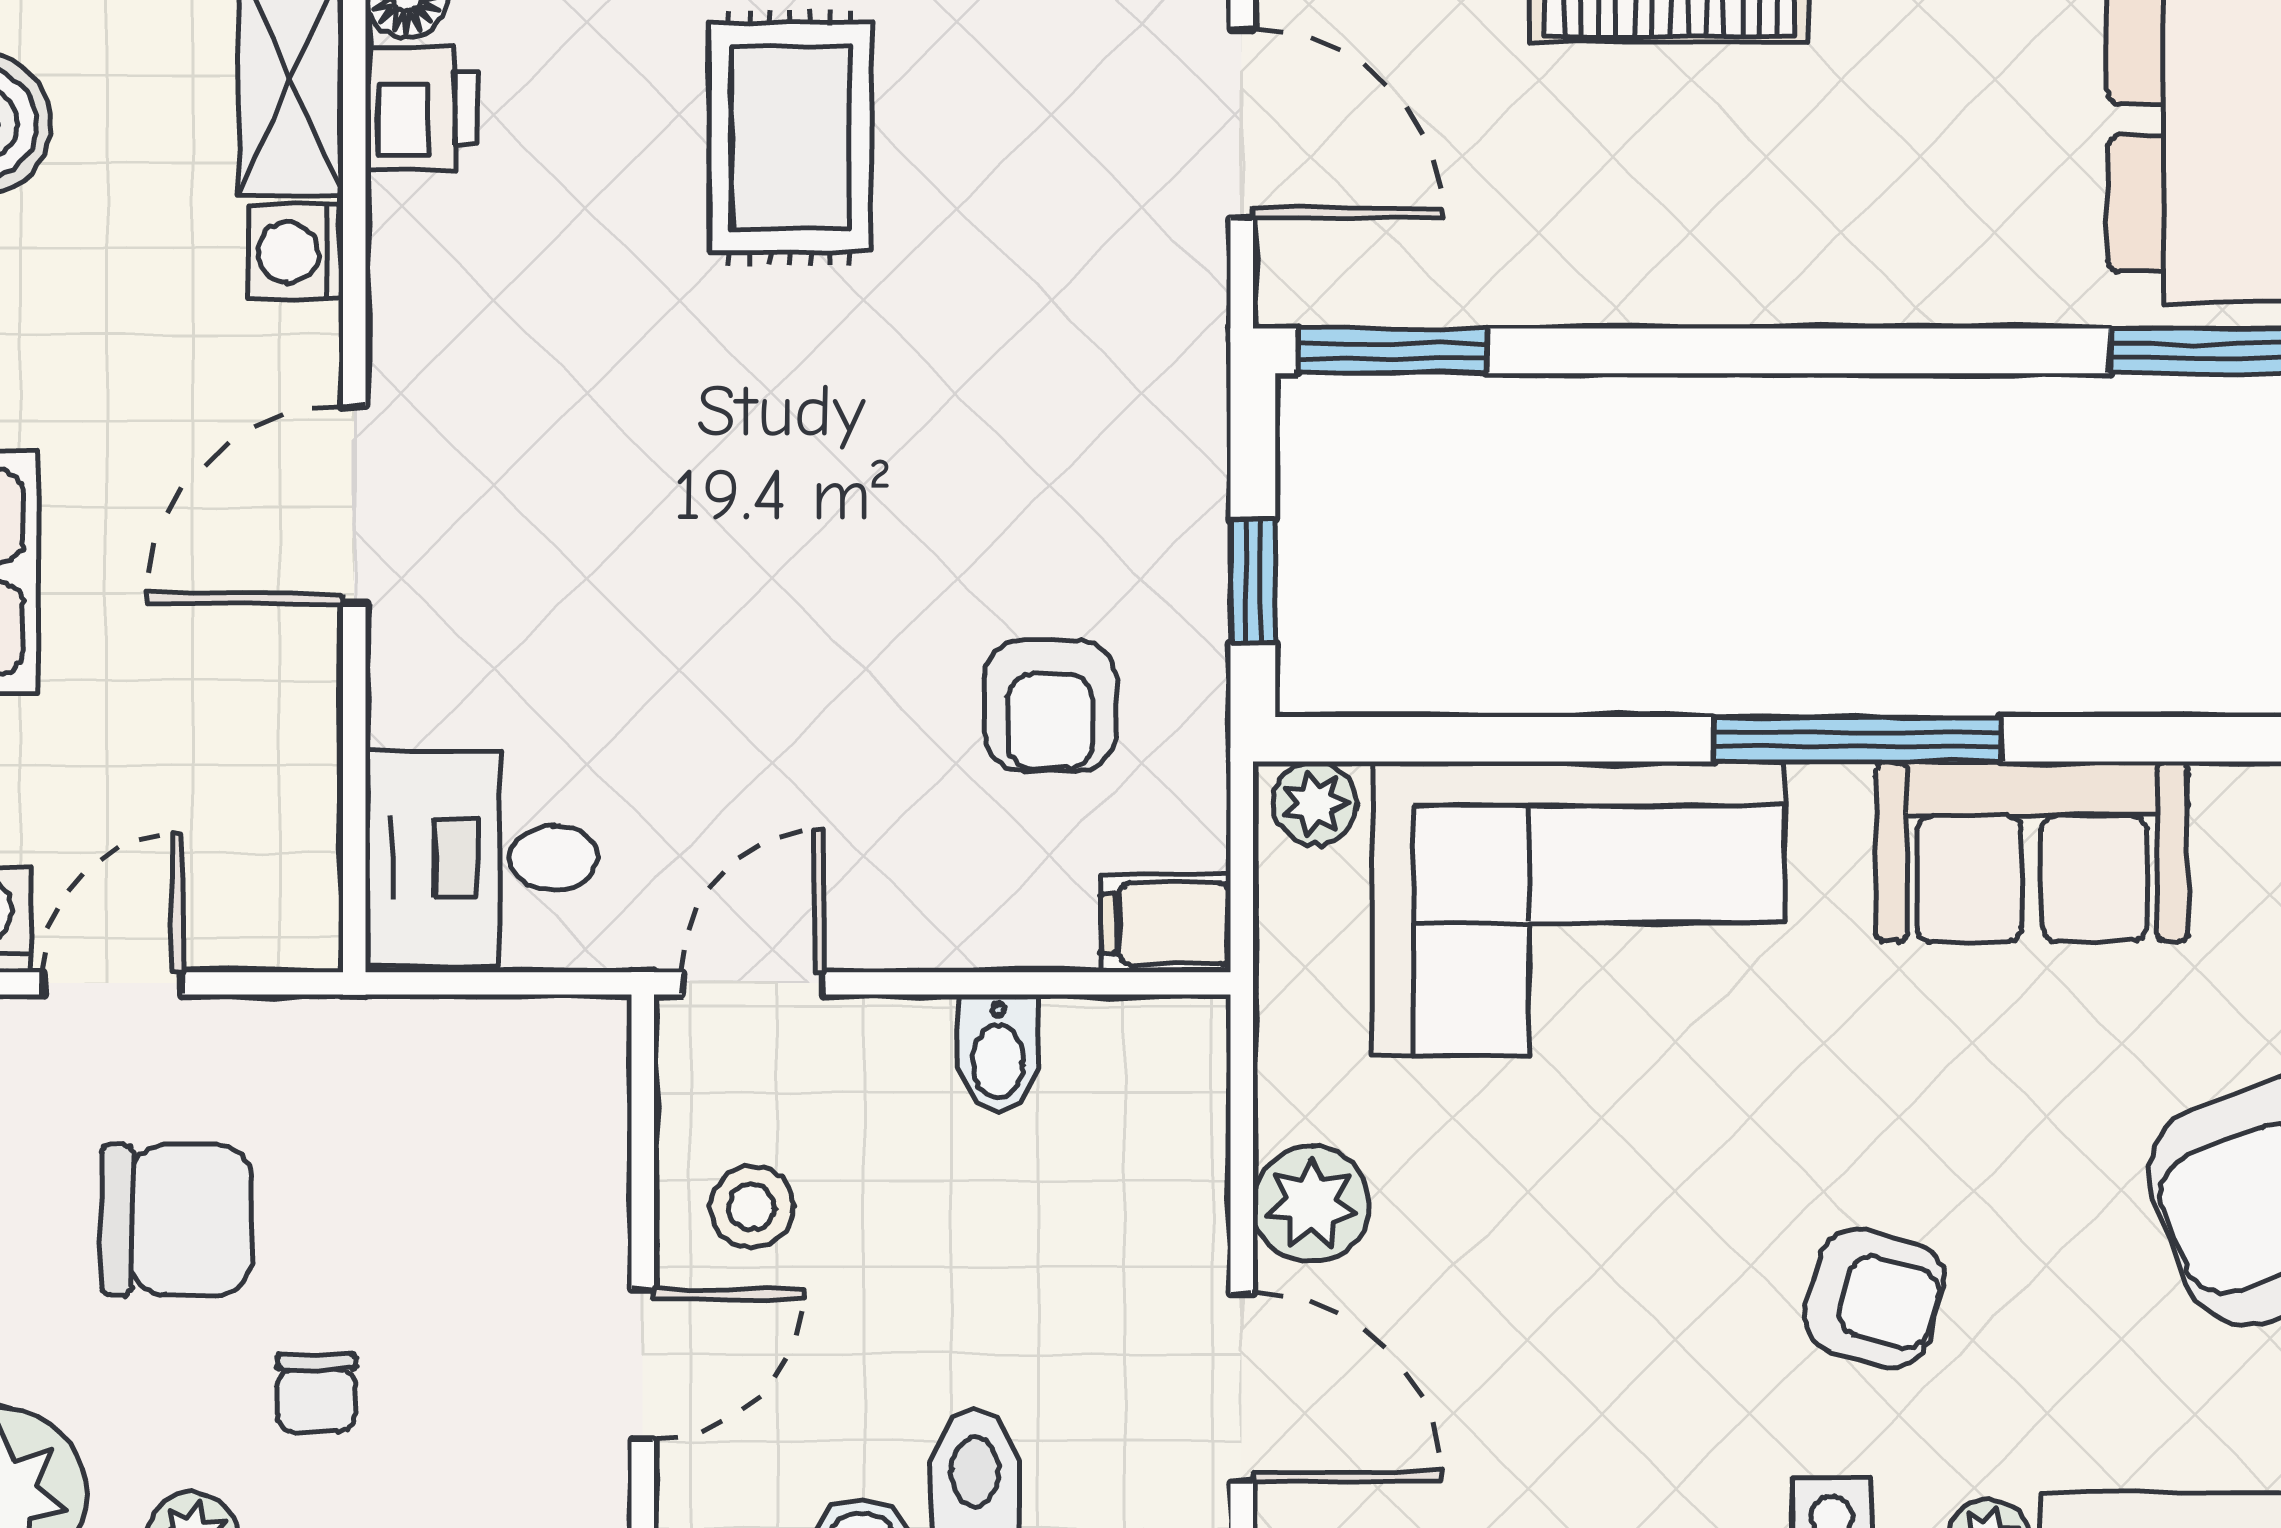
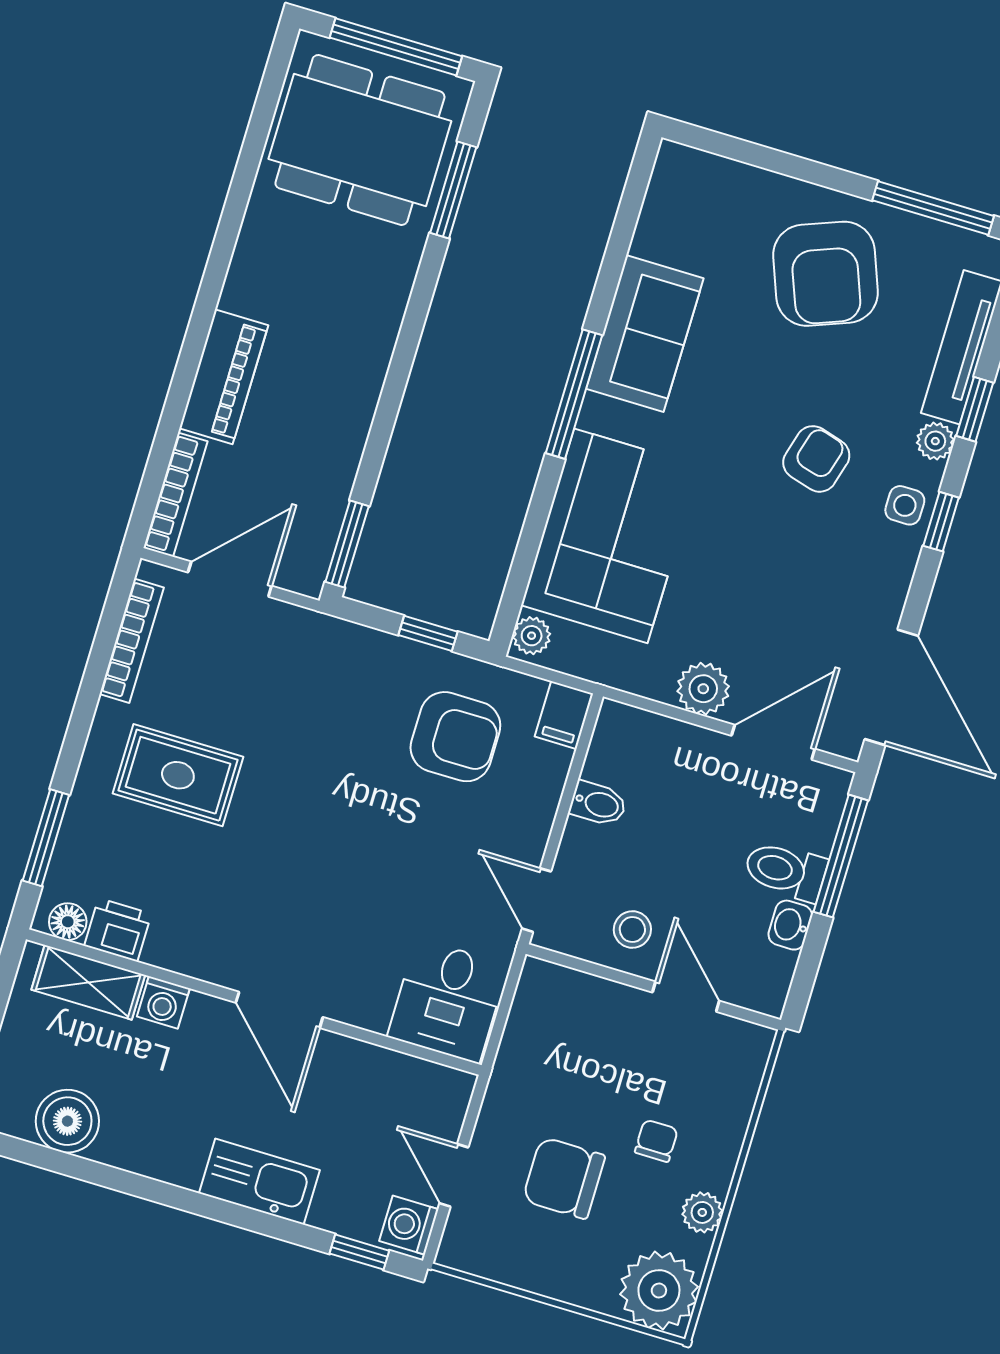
armchair: (1050, 706) -> (455, 737), width x1.38, depth x1.38
chair: (177, 1220) -> (564, 1178), turned -90
chair: (316, 1393) -> (656, 1141), turned -90

